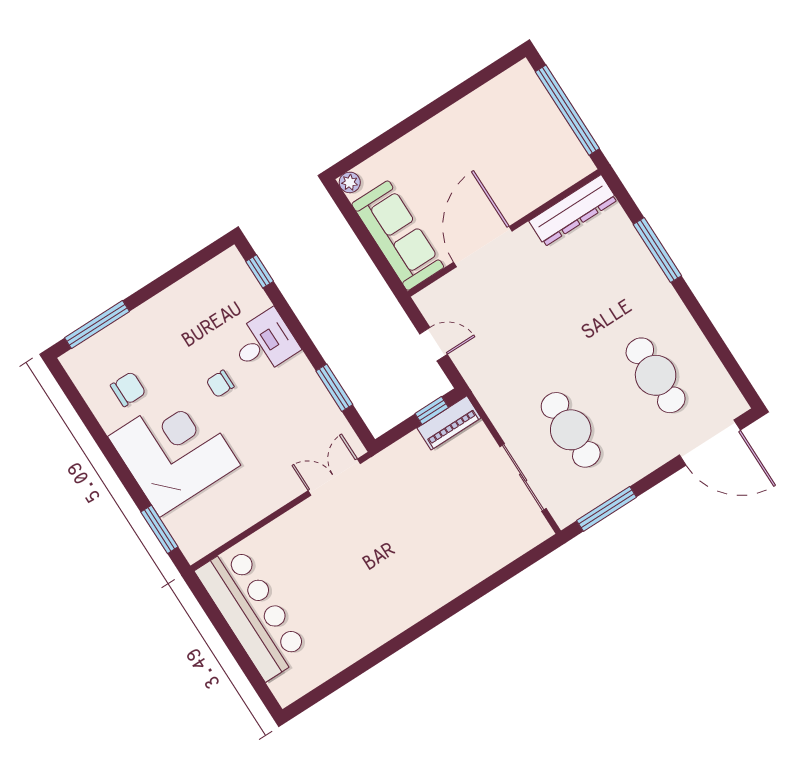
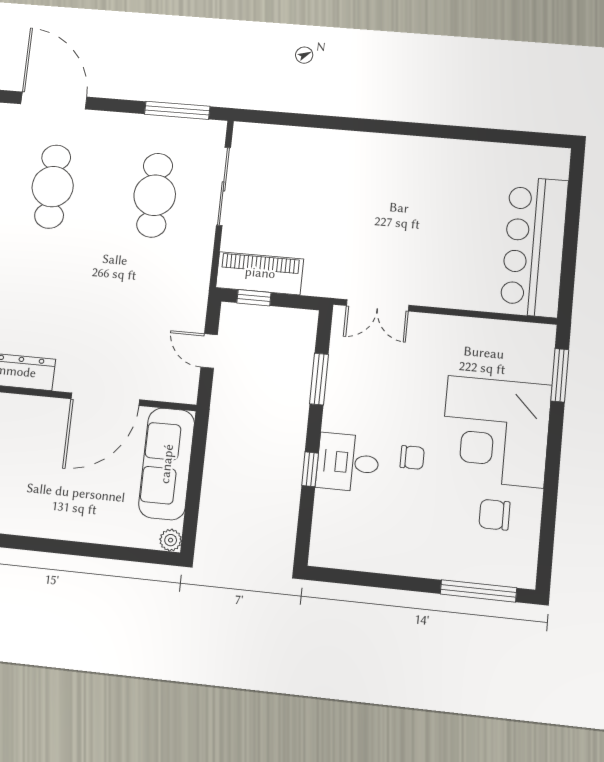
window: (260, 271) -> (310, 469), moved
piano: (449, 423) -> (260, 273), width x1.37, depth x1.33

